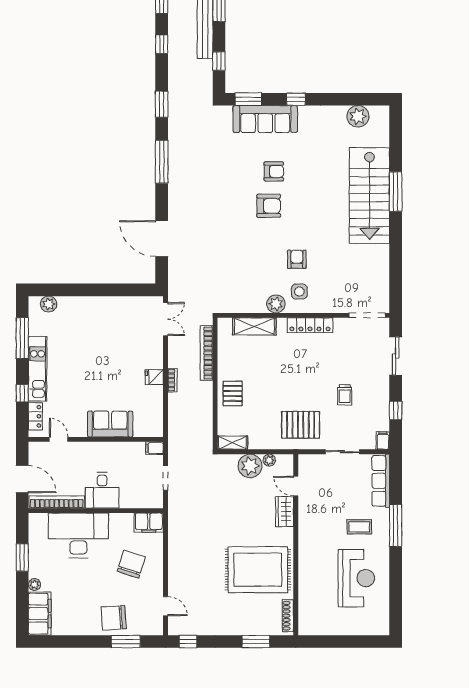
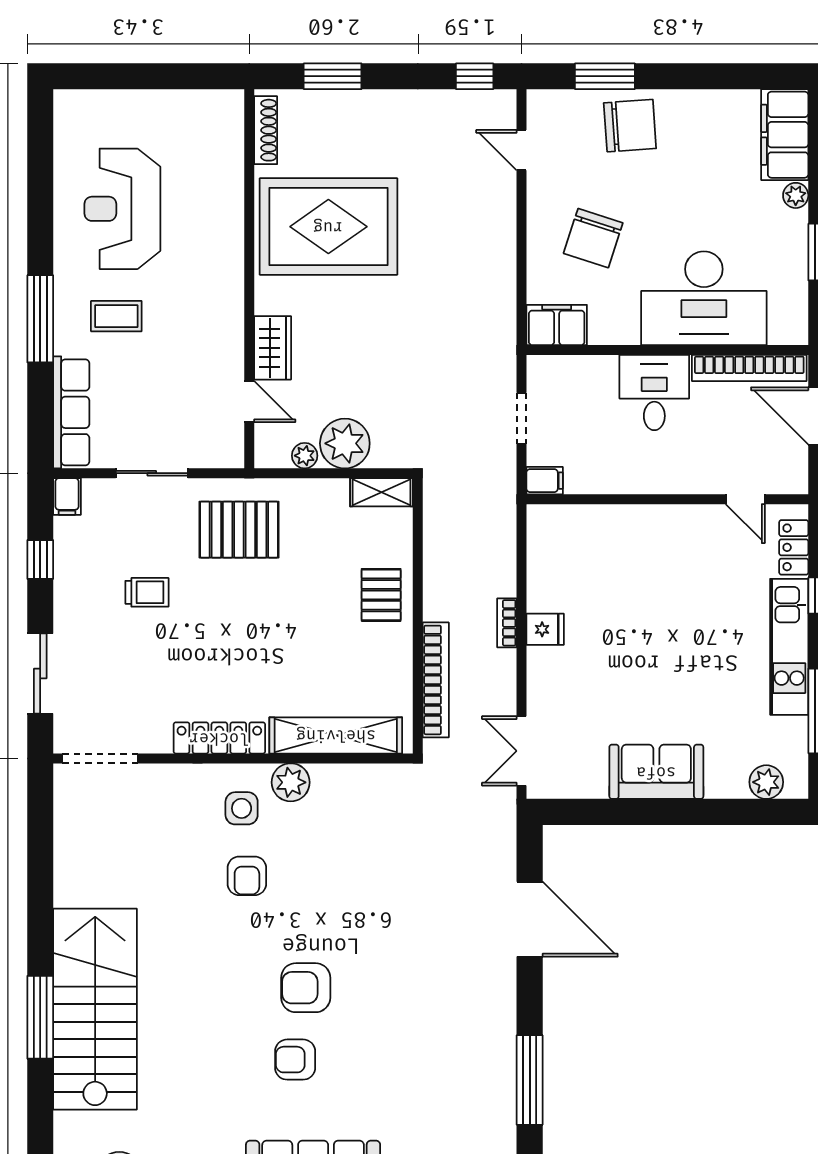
shelving: (254, 326) -> (336, 735), width x1.47
trolley: (345, 395) -> (147, 592), turned 90
sofa: (110, 424) -> (656, 772), moved, turned 180

